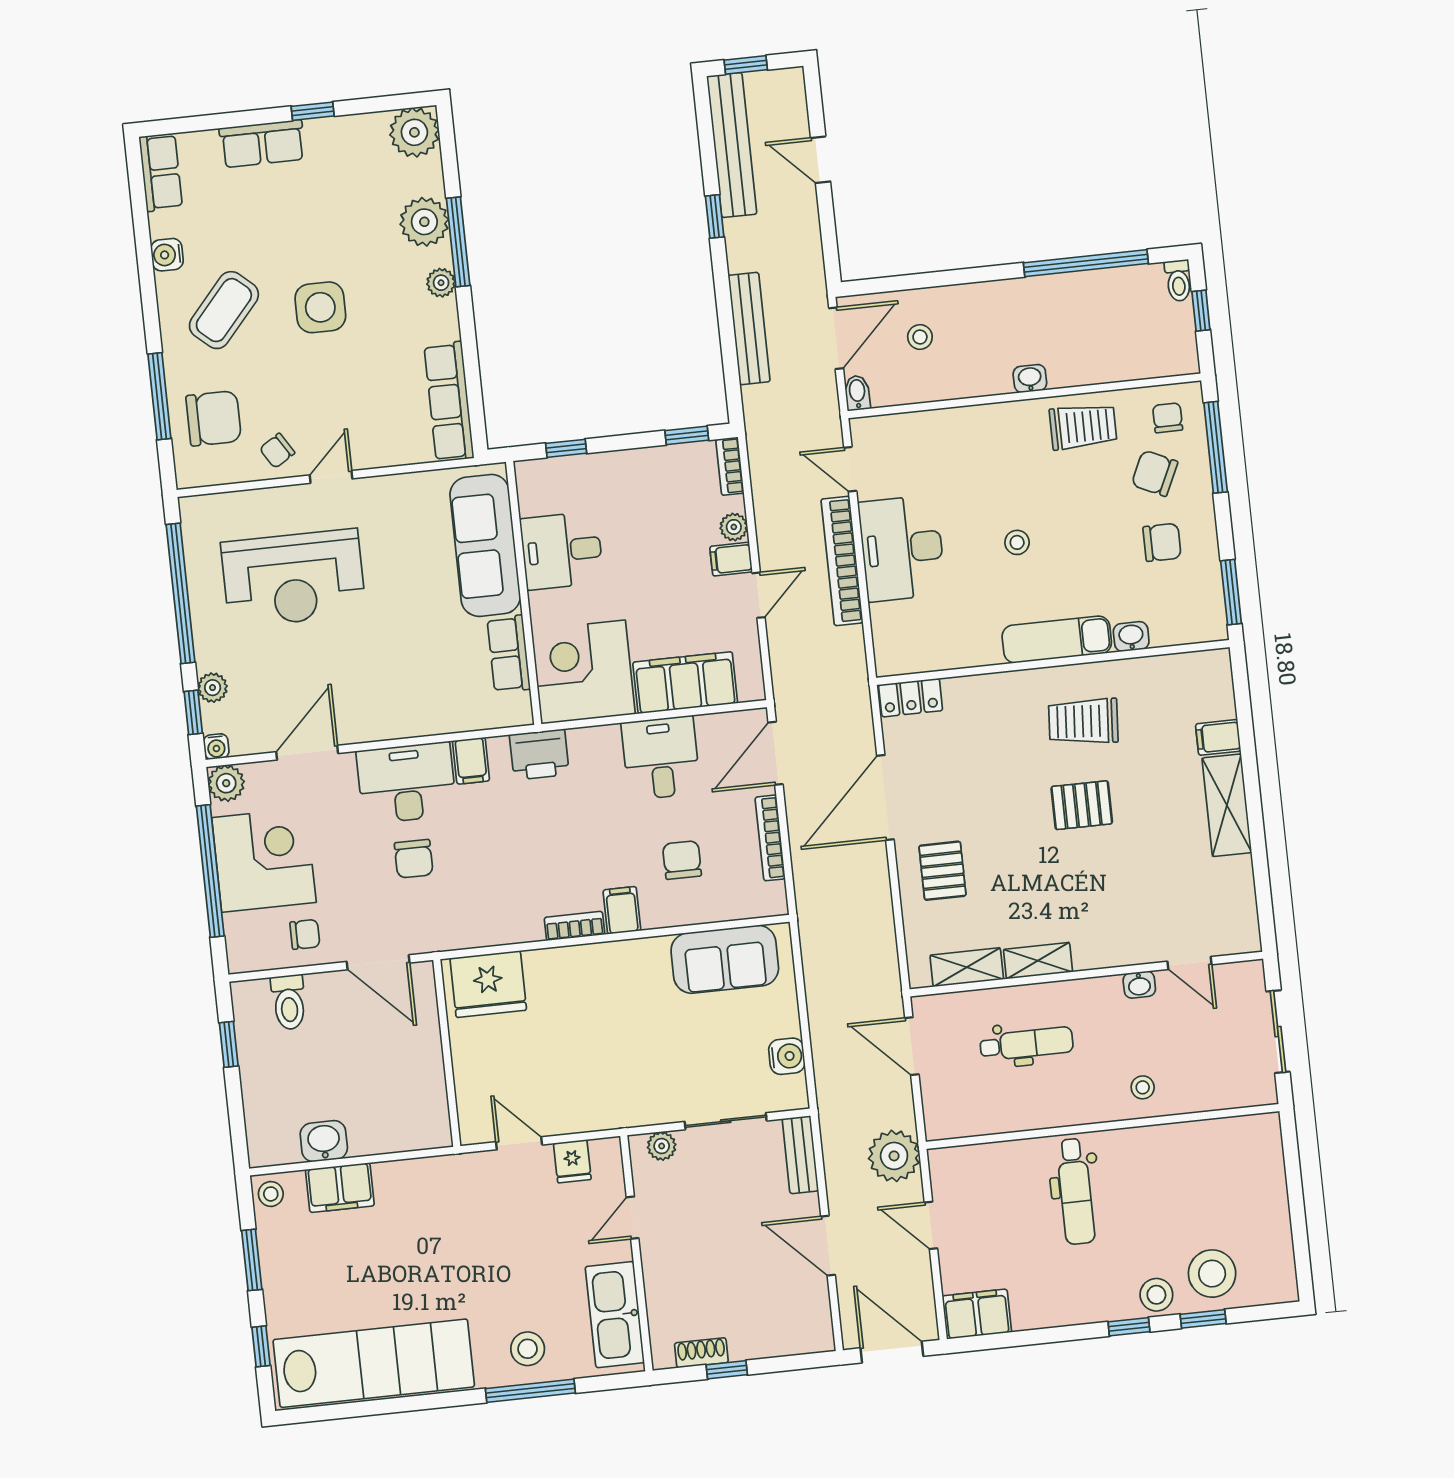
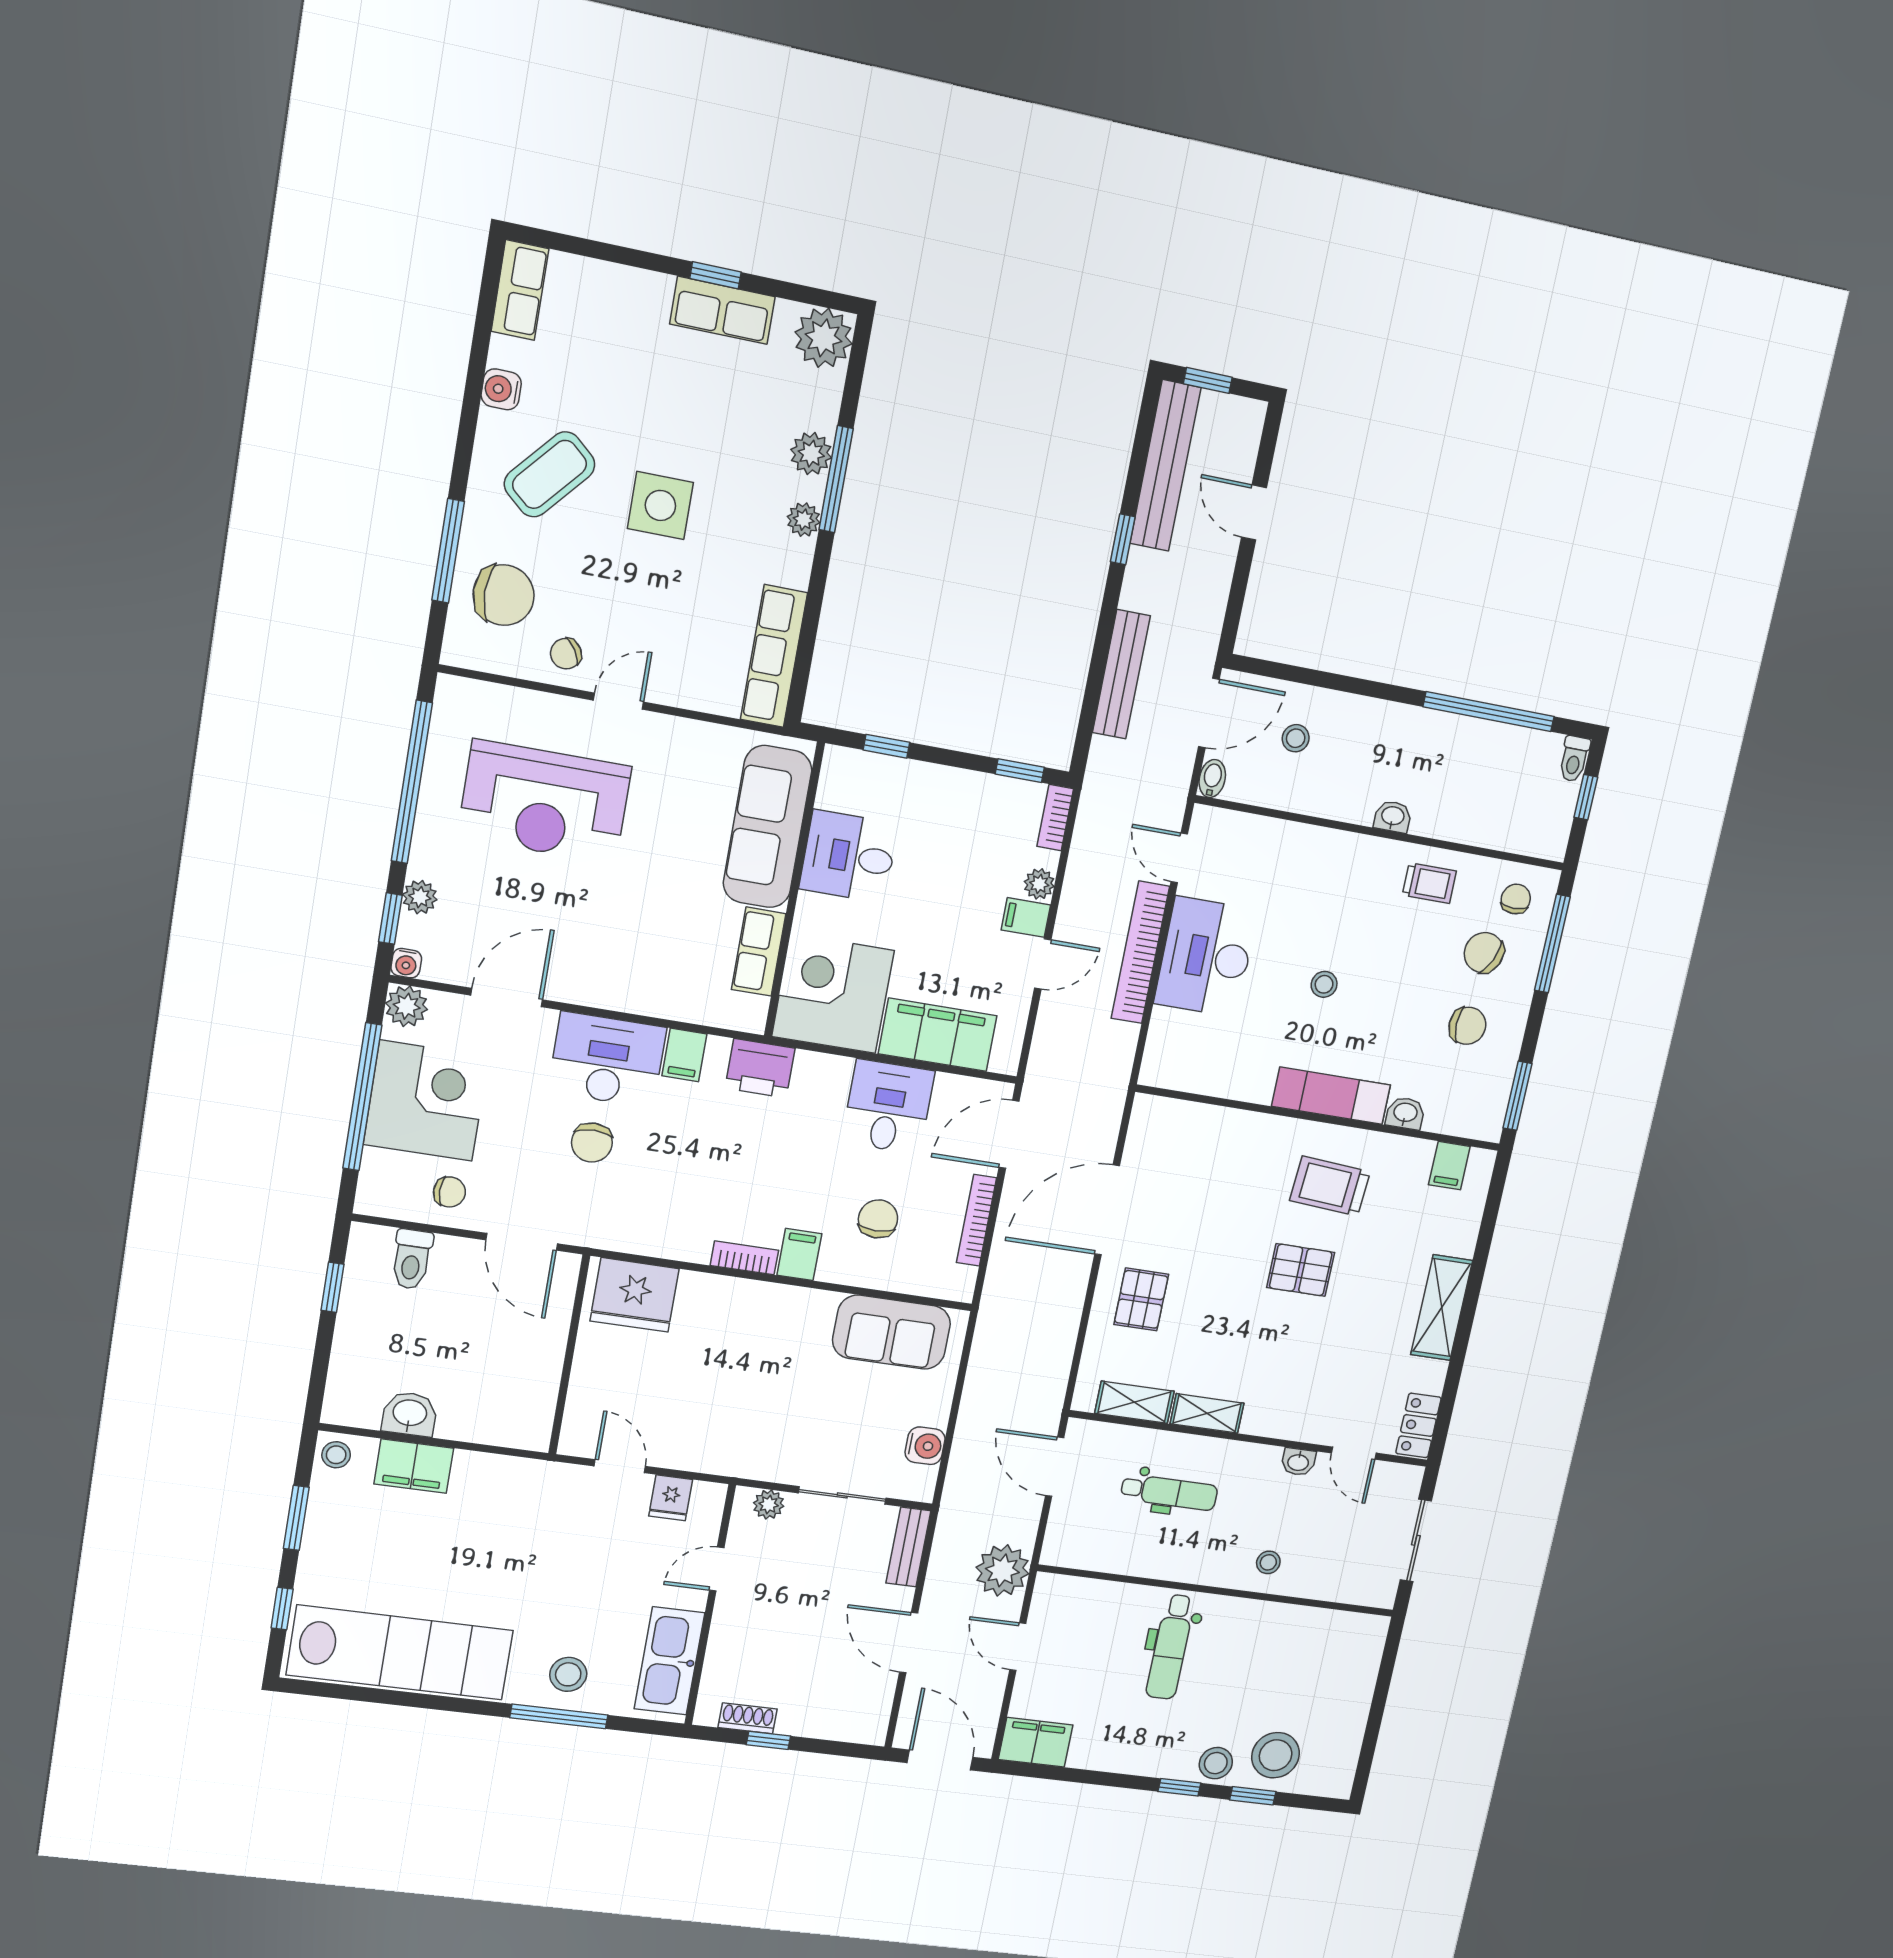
row of seats: (262, 144) -> (722, 310), moved
plant: (424, 222) -> (811, 454), width x0.73, depth x0.73
trolley: (1083, 426) -> (1429, 883), width x0.73, depth x0.72
locker: (911, 698) -> (1418, 1425), moved, turned 90
filing cabinet: (1218, 737) -> (1449, 1166), moved, turned -90

